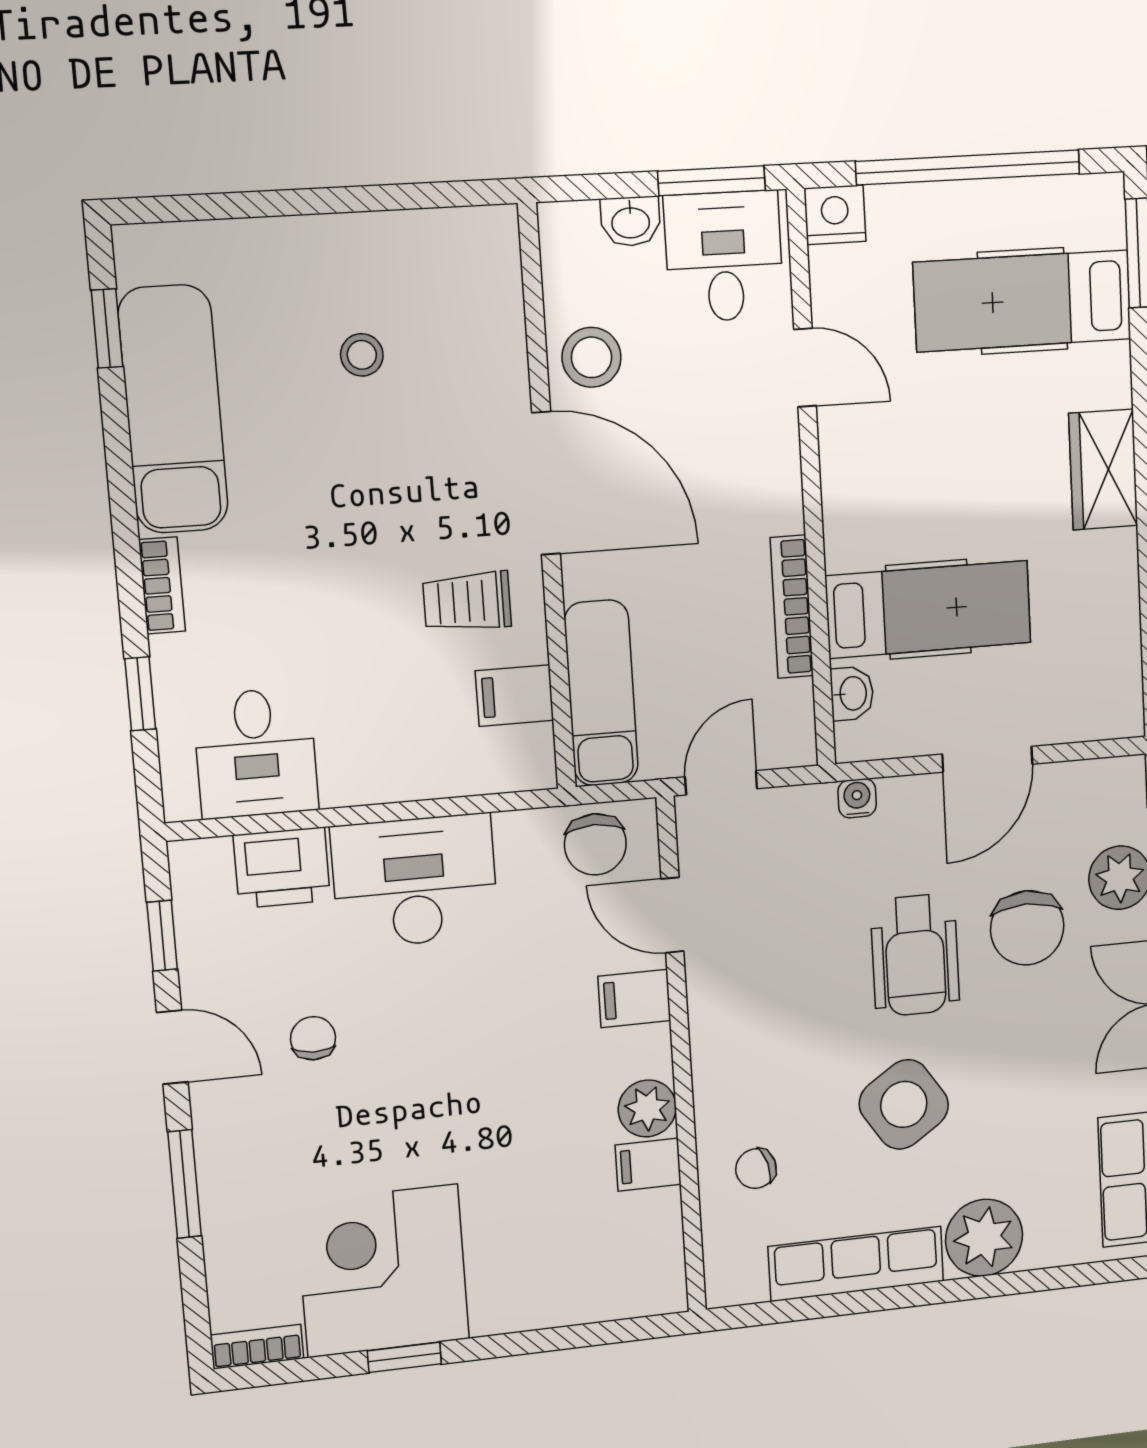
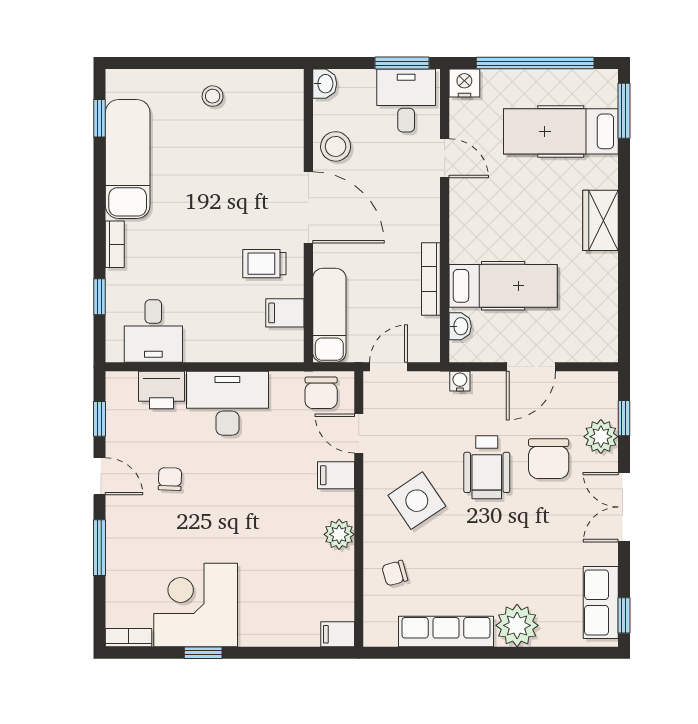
washbasin: (631, 221) -> (325, 84), moved, turned -90
stool: (362, 355) -> (213, 96), moved
side table: (904, 1104) -> (417, 501), moved
filing cabinet: (648, 1165) -> (338, 634), moved

